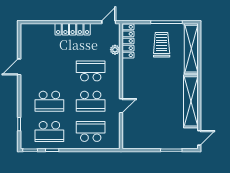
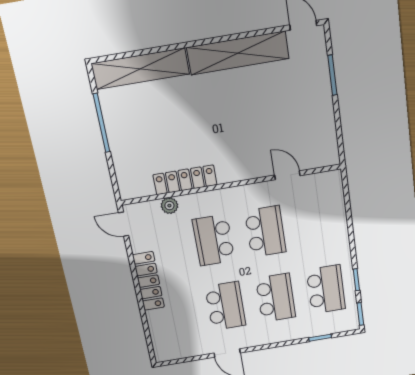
locker: (128, 41) -> (185, 180), moved
trolley: (162, 45) -> (144, 125), removed
door: (121, 106) -> (287, 175), moved
school desk: (91, 131) -> (225, 306), moved, turned 180

